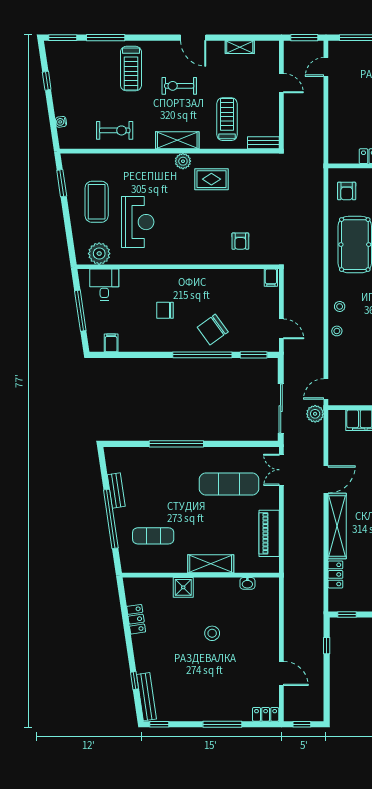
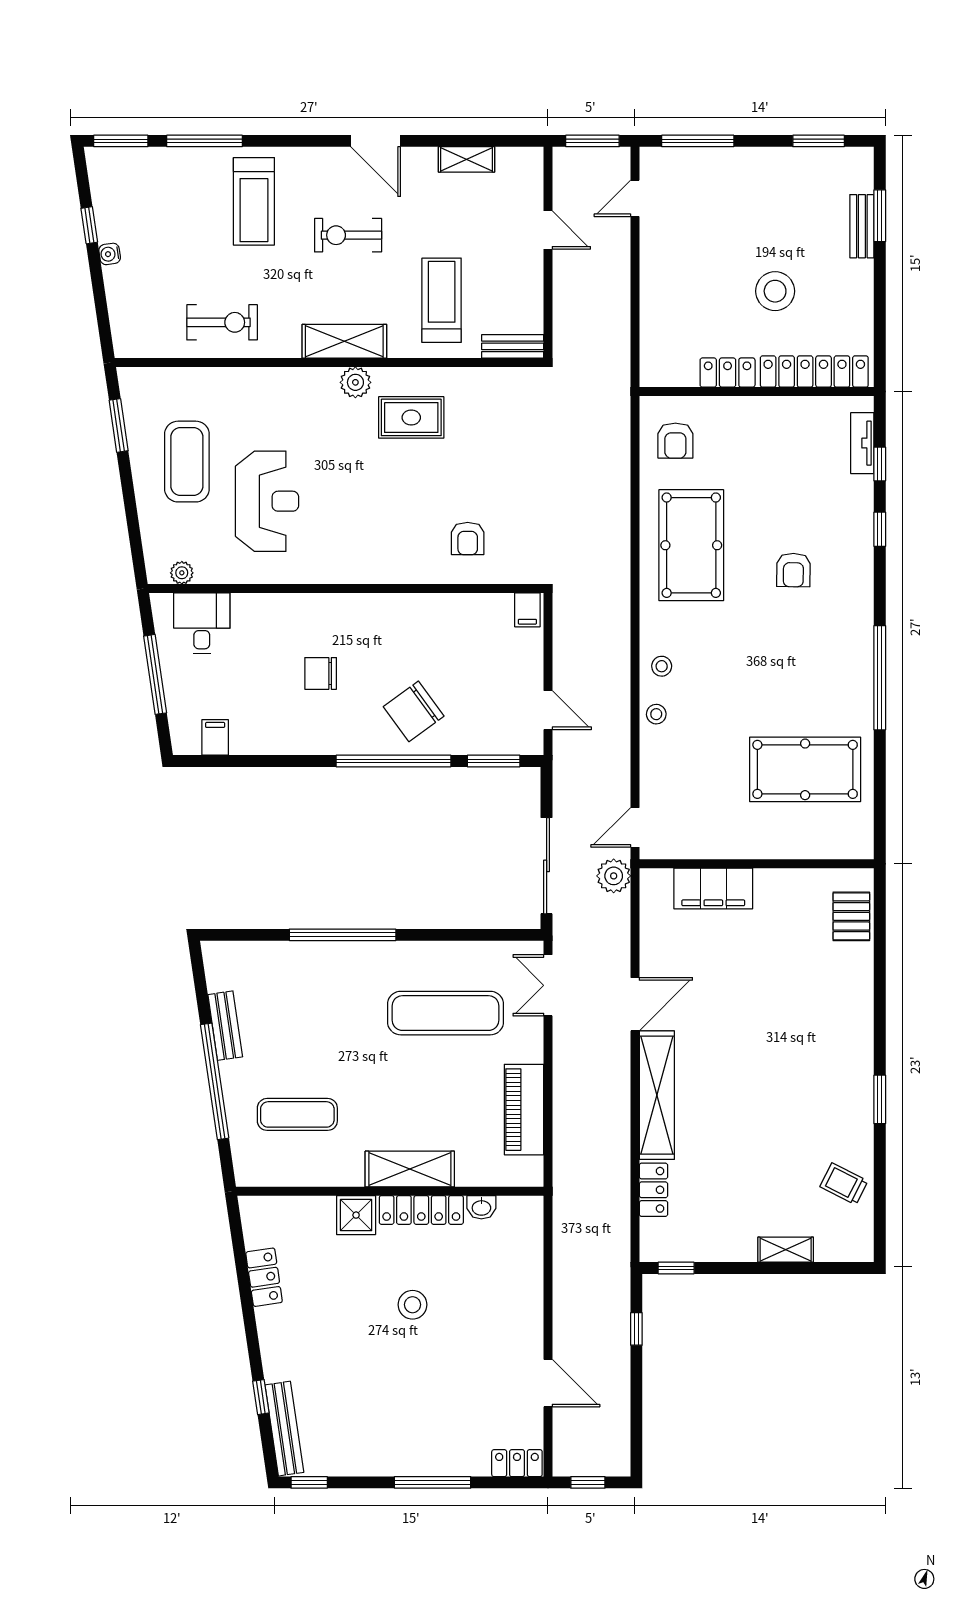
water cooler: (61, 122) -> (110, 254), moved
plant: (99, 254) -> (182, 573), width x0.53, depth x0.53
locker: (217, 585) -> (421, 1210), added

